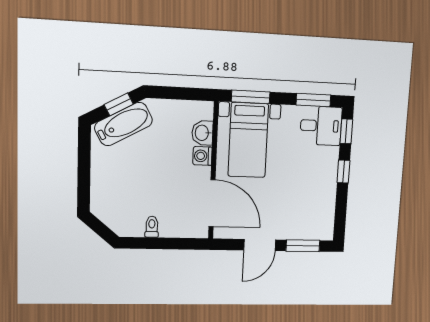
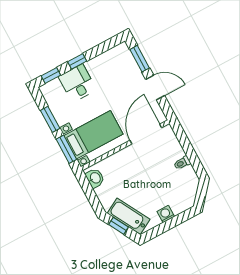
window: (313, 100) -> (50, 119), moved
desk: (321, 126) -> (77, 83), moved
washbasin: (202, 133) -> (95, 178), moved, turned -90
washing machine: (202, 156) -> (166, 214), moved, turned 180

